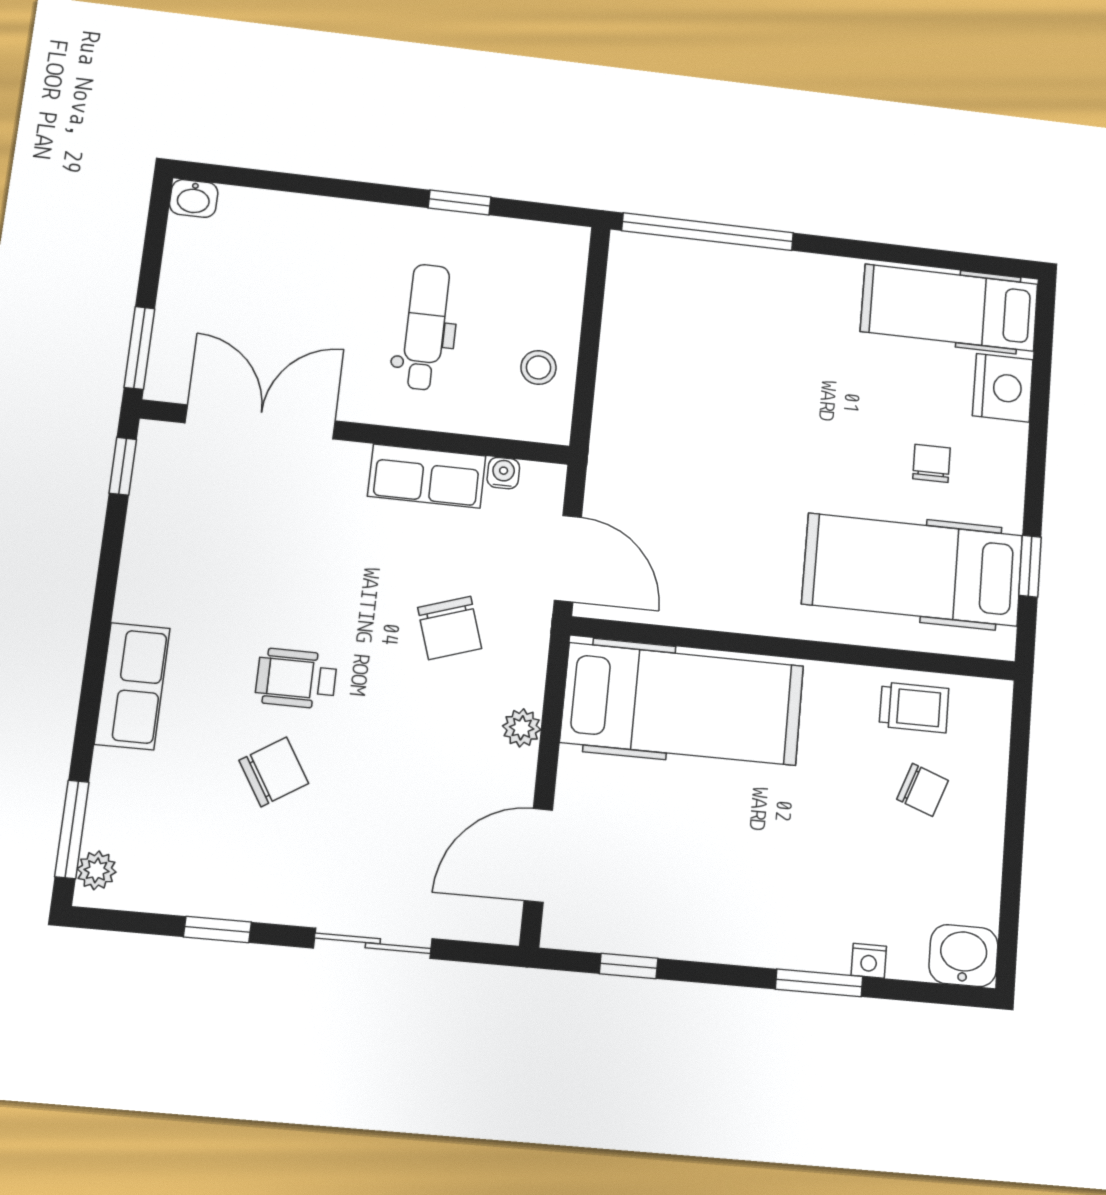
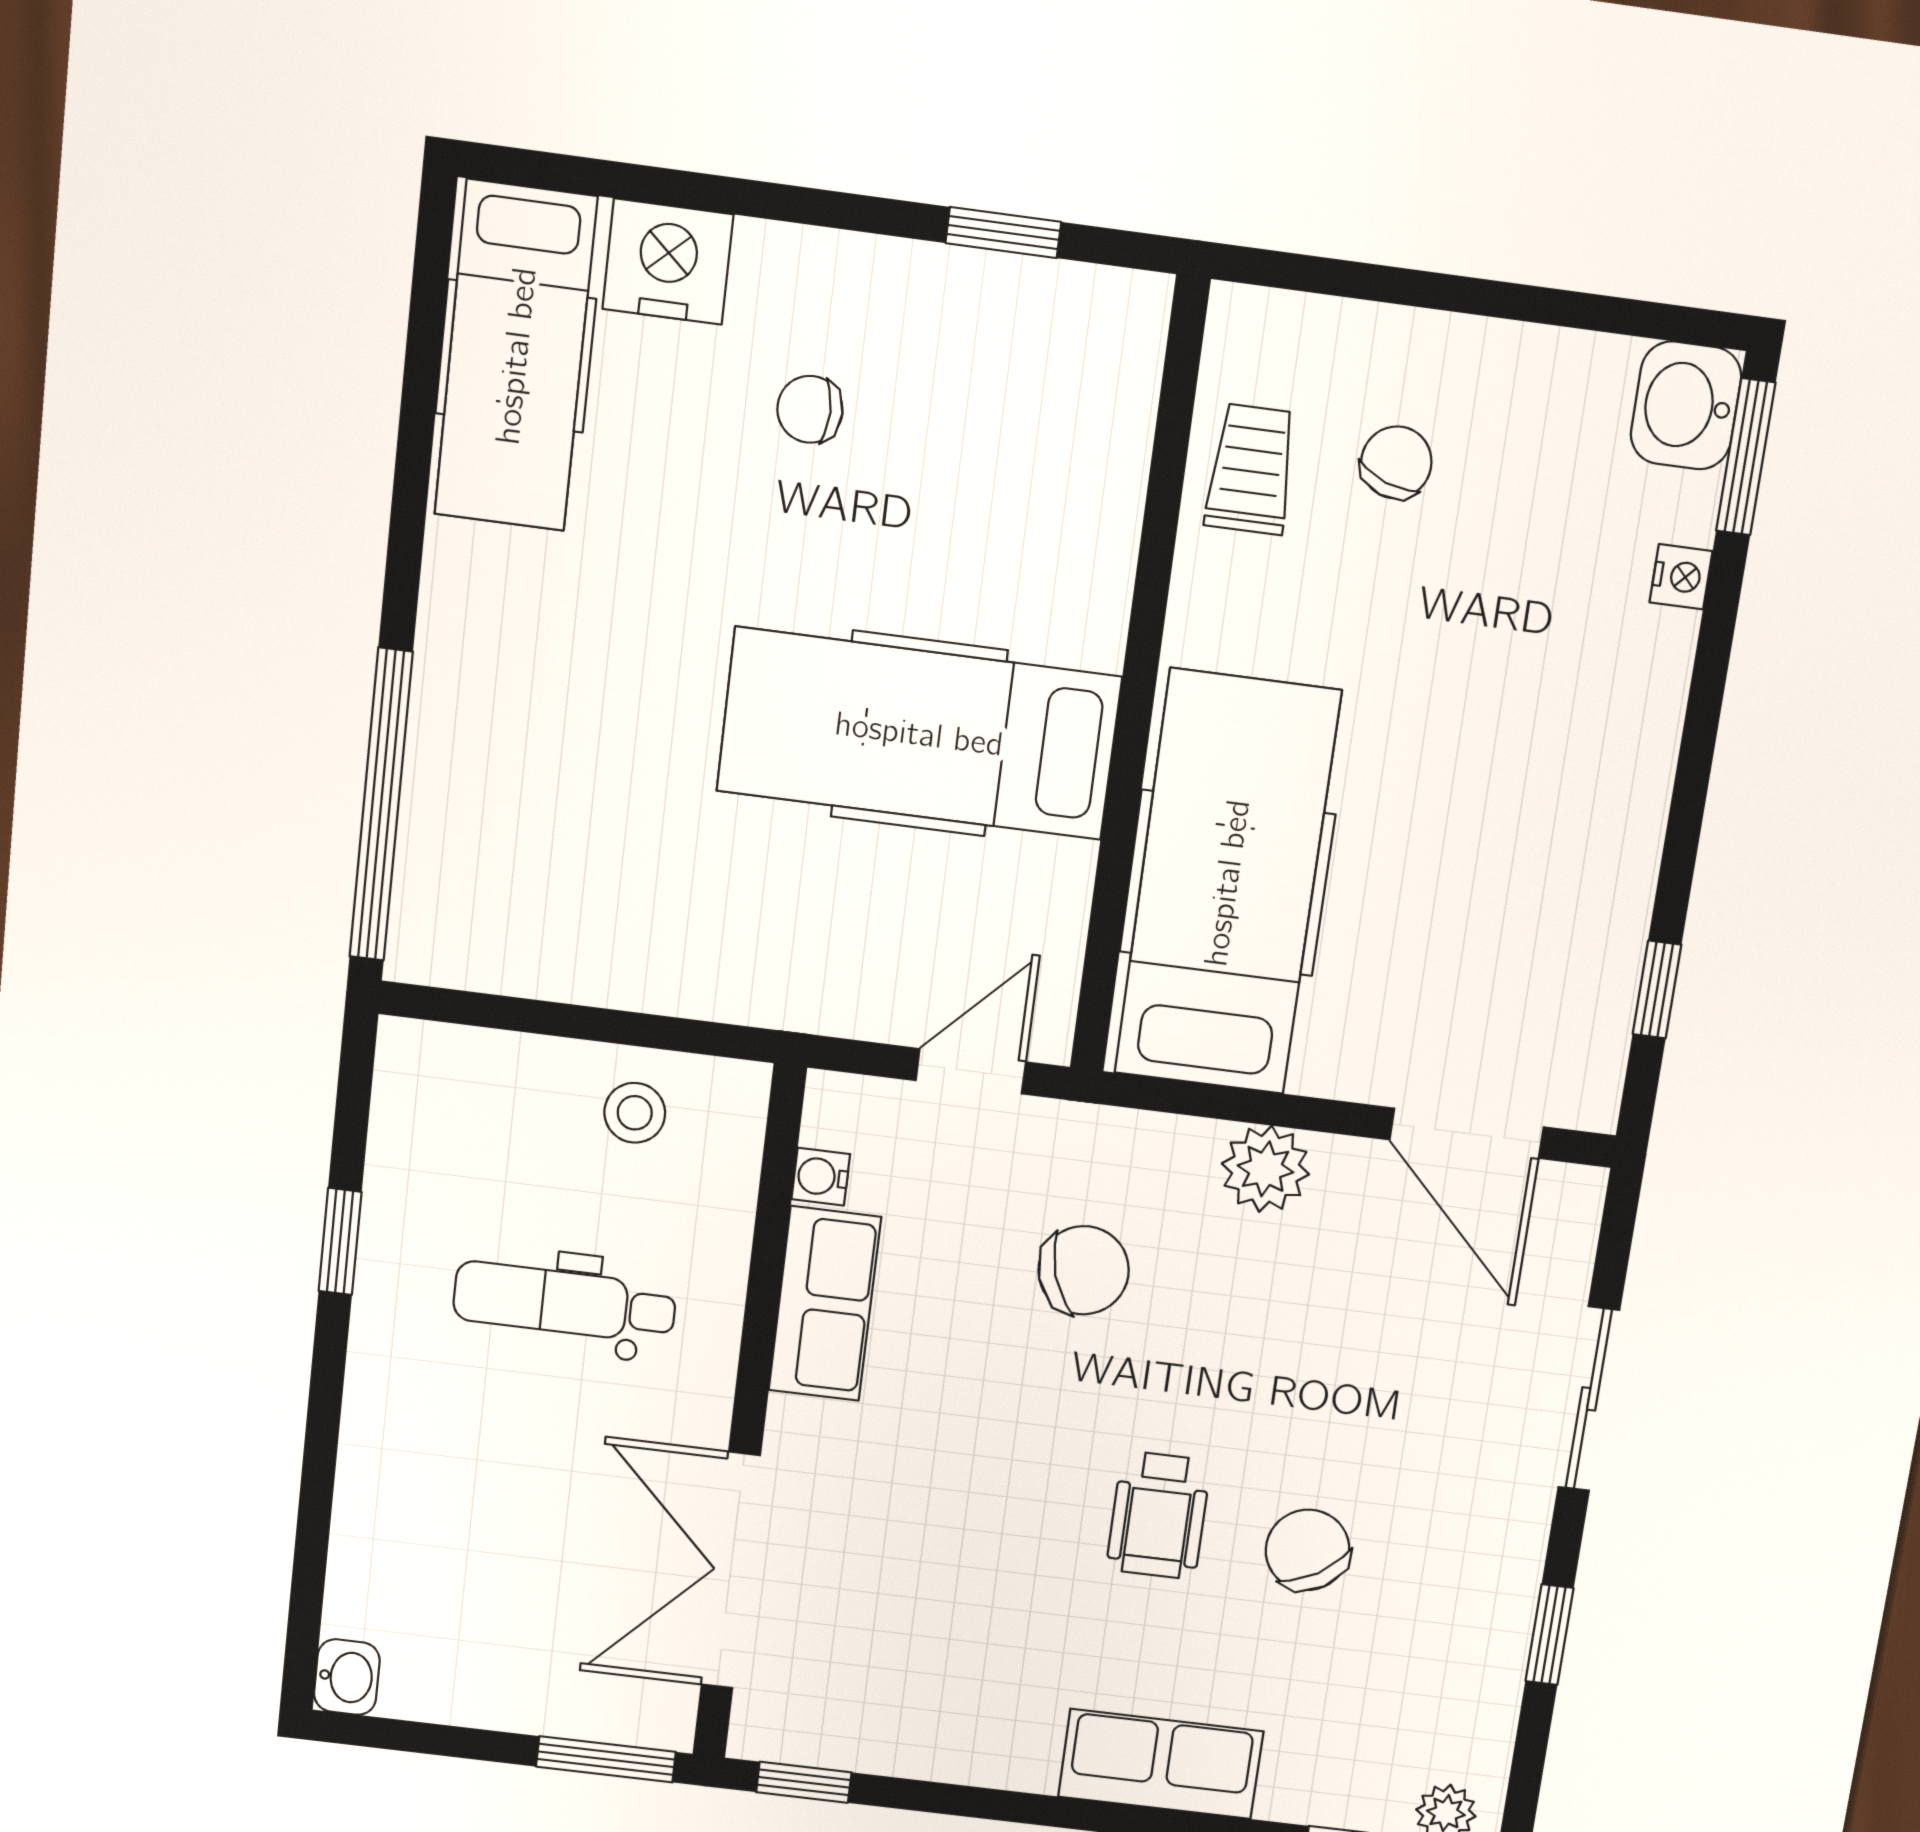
door: (568, 559) -> (971, 1071), width x0.73
hospital bed: (913, 570) -> (919, 734), moved, turned 90
plant: (522, 728) -> (1265, 1169), width x1.38, depth x1.38
window: (819, 983) -> (1746, 457), moved

